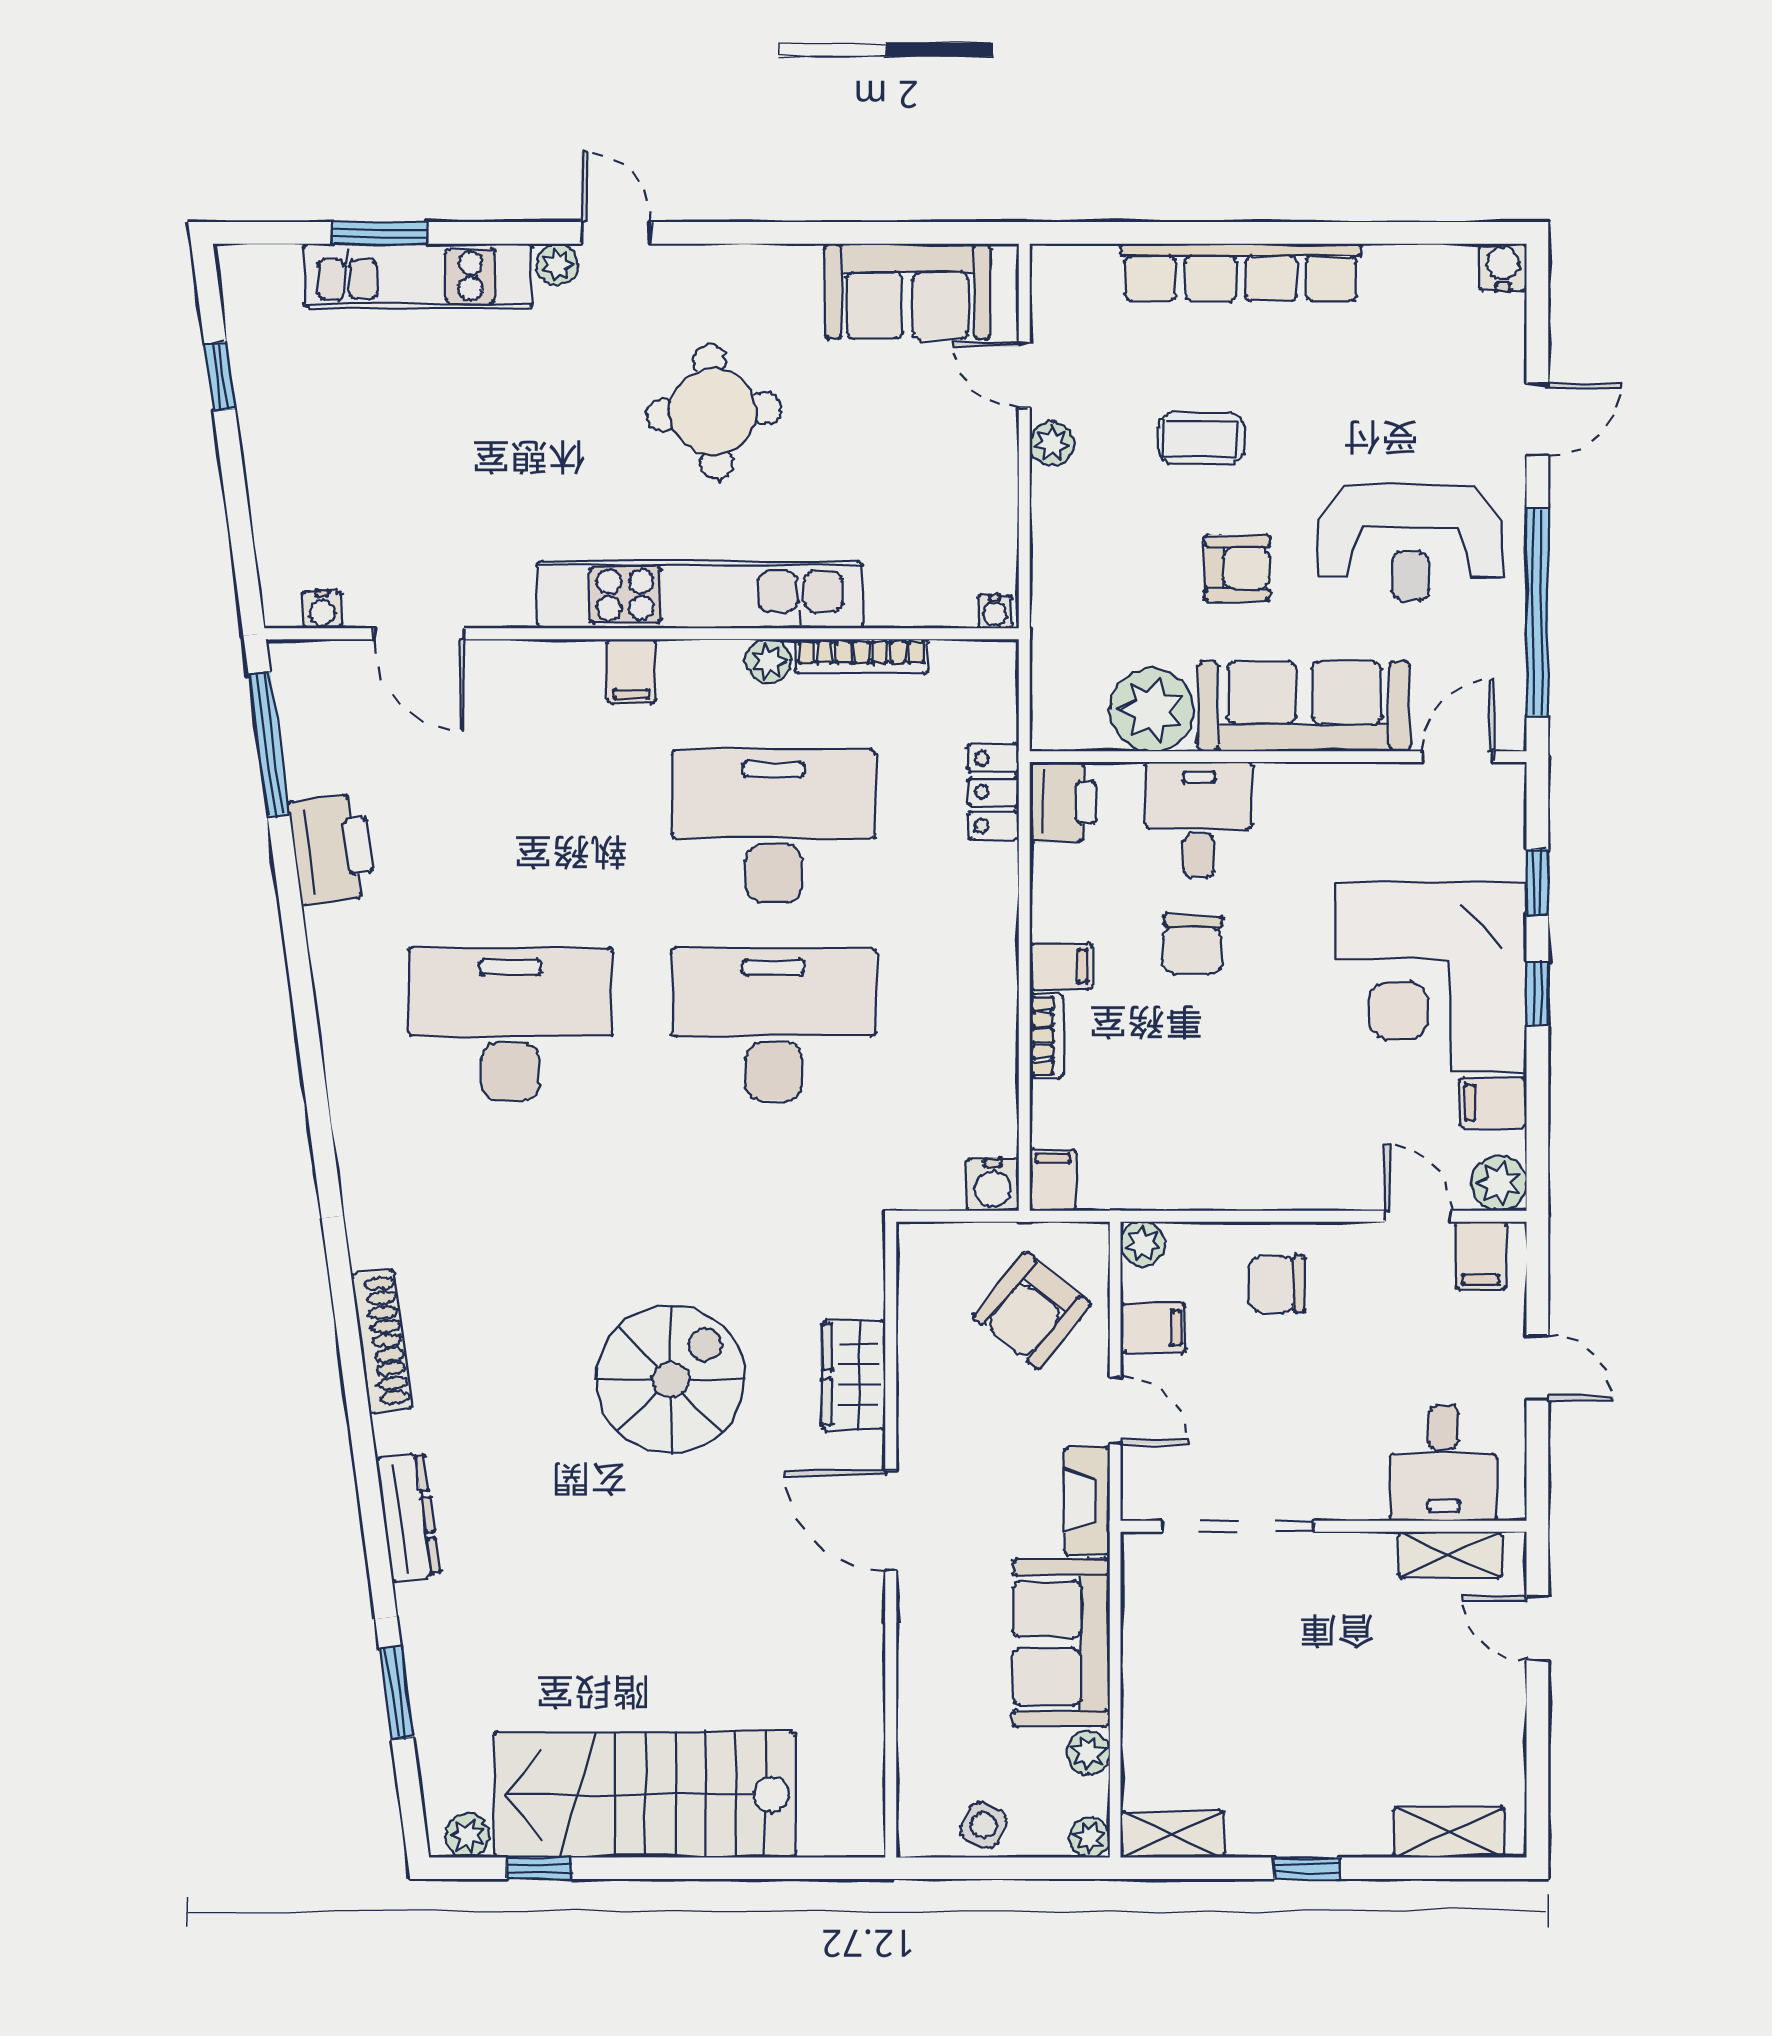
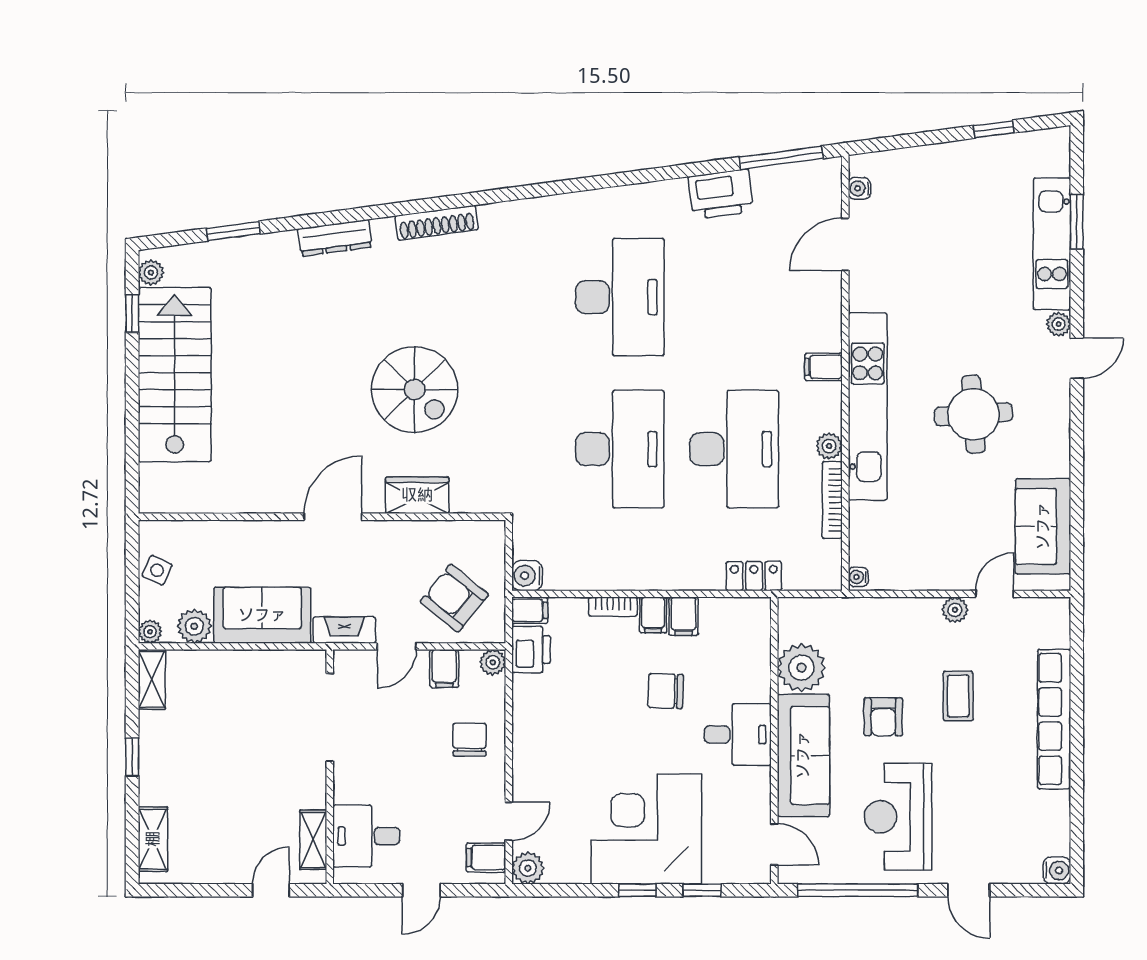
printer: (1063, 802) -> (531, 649), moved, turned -90
desk: (1199, 820) -> (738, 735), moved
filing cabinet: (1493, 1103) -> (683, 616), moved, turned 180
plant: (1088, 1753) -> (194, 626), width x1.38, depth x1.38

